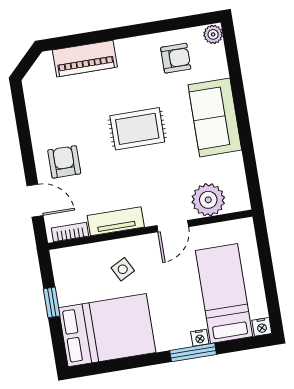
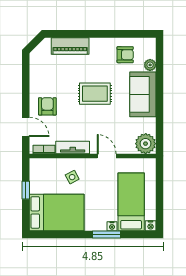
plant: (213, 34) -> (150, 65), moved
plant: (208, 200) -> (146, 144), moved
door: (173, 226) -> (107, 156), swing flipped

